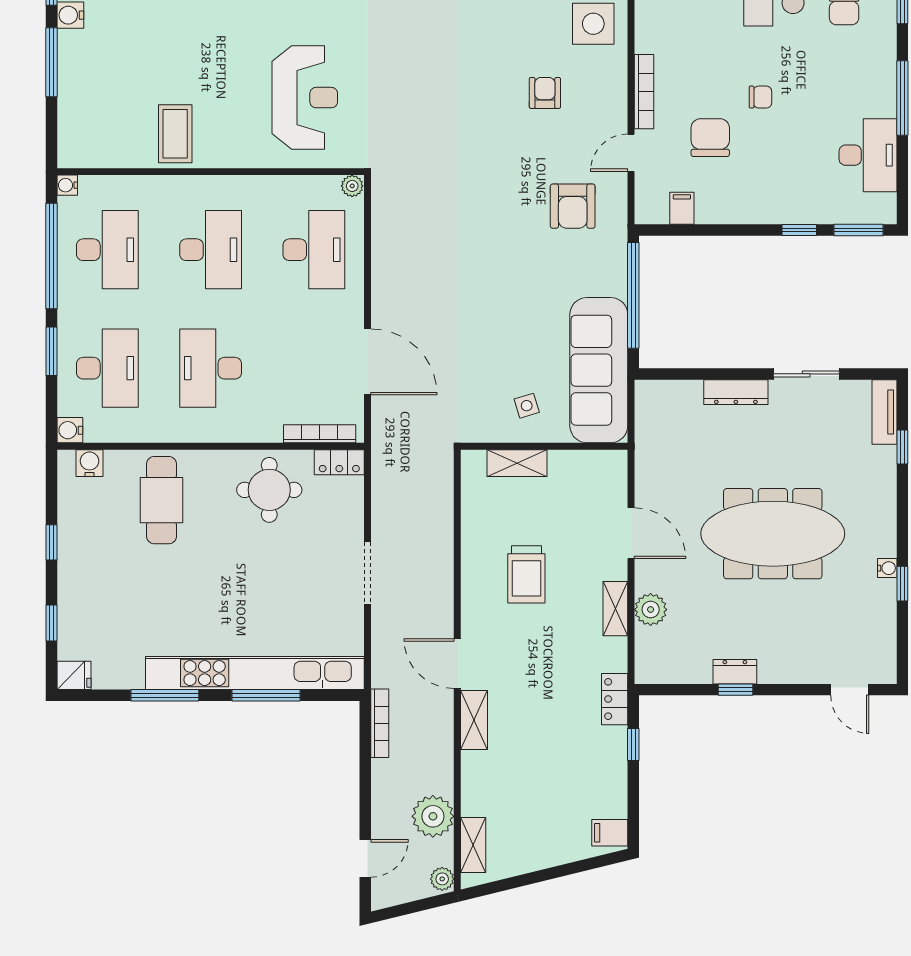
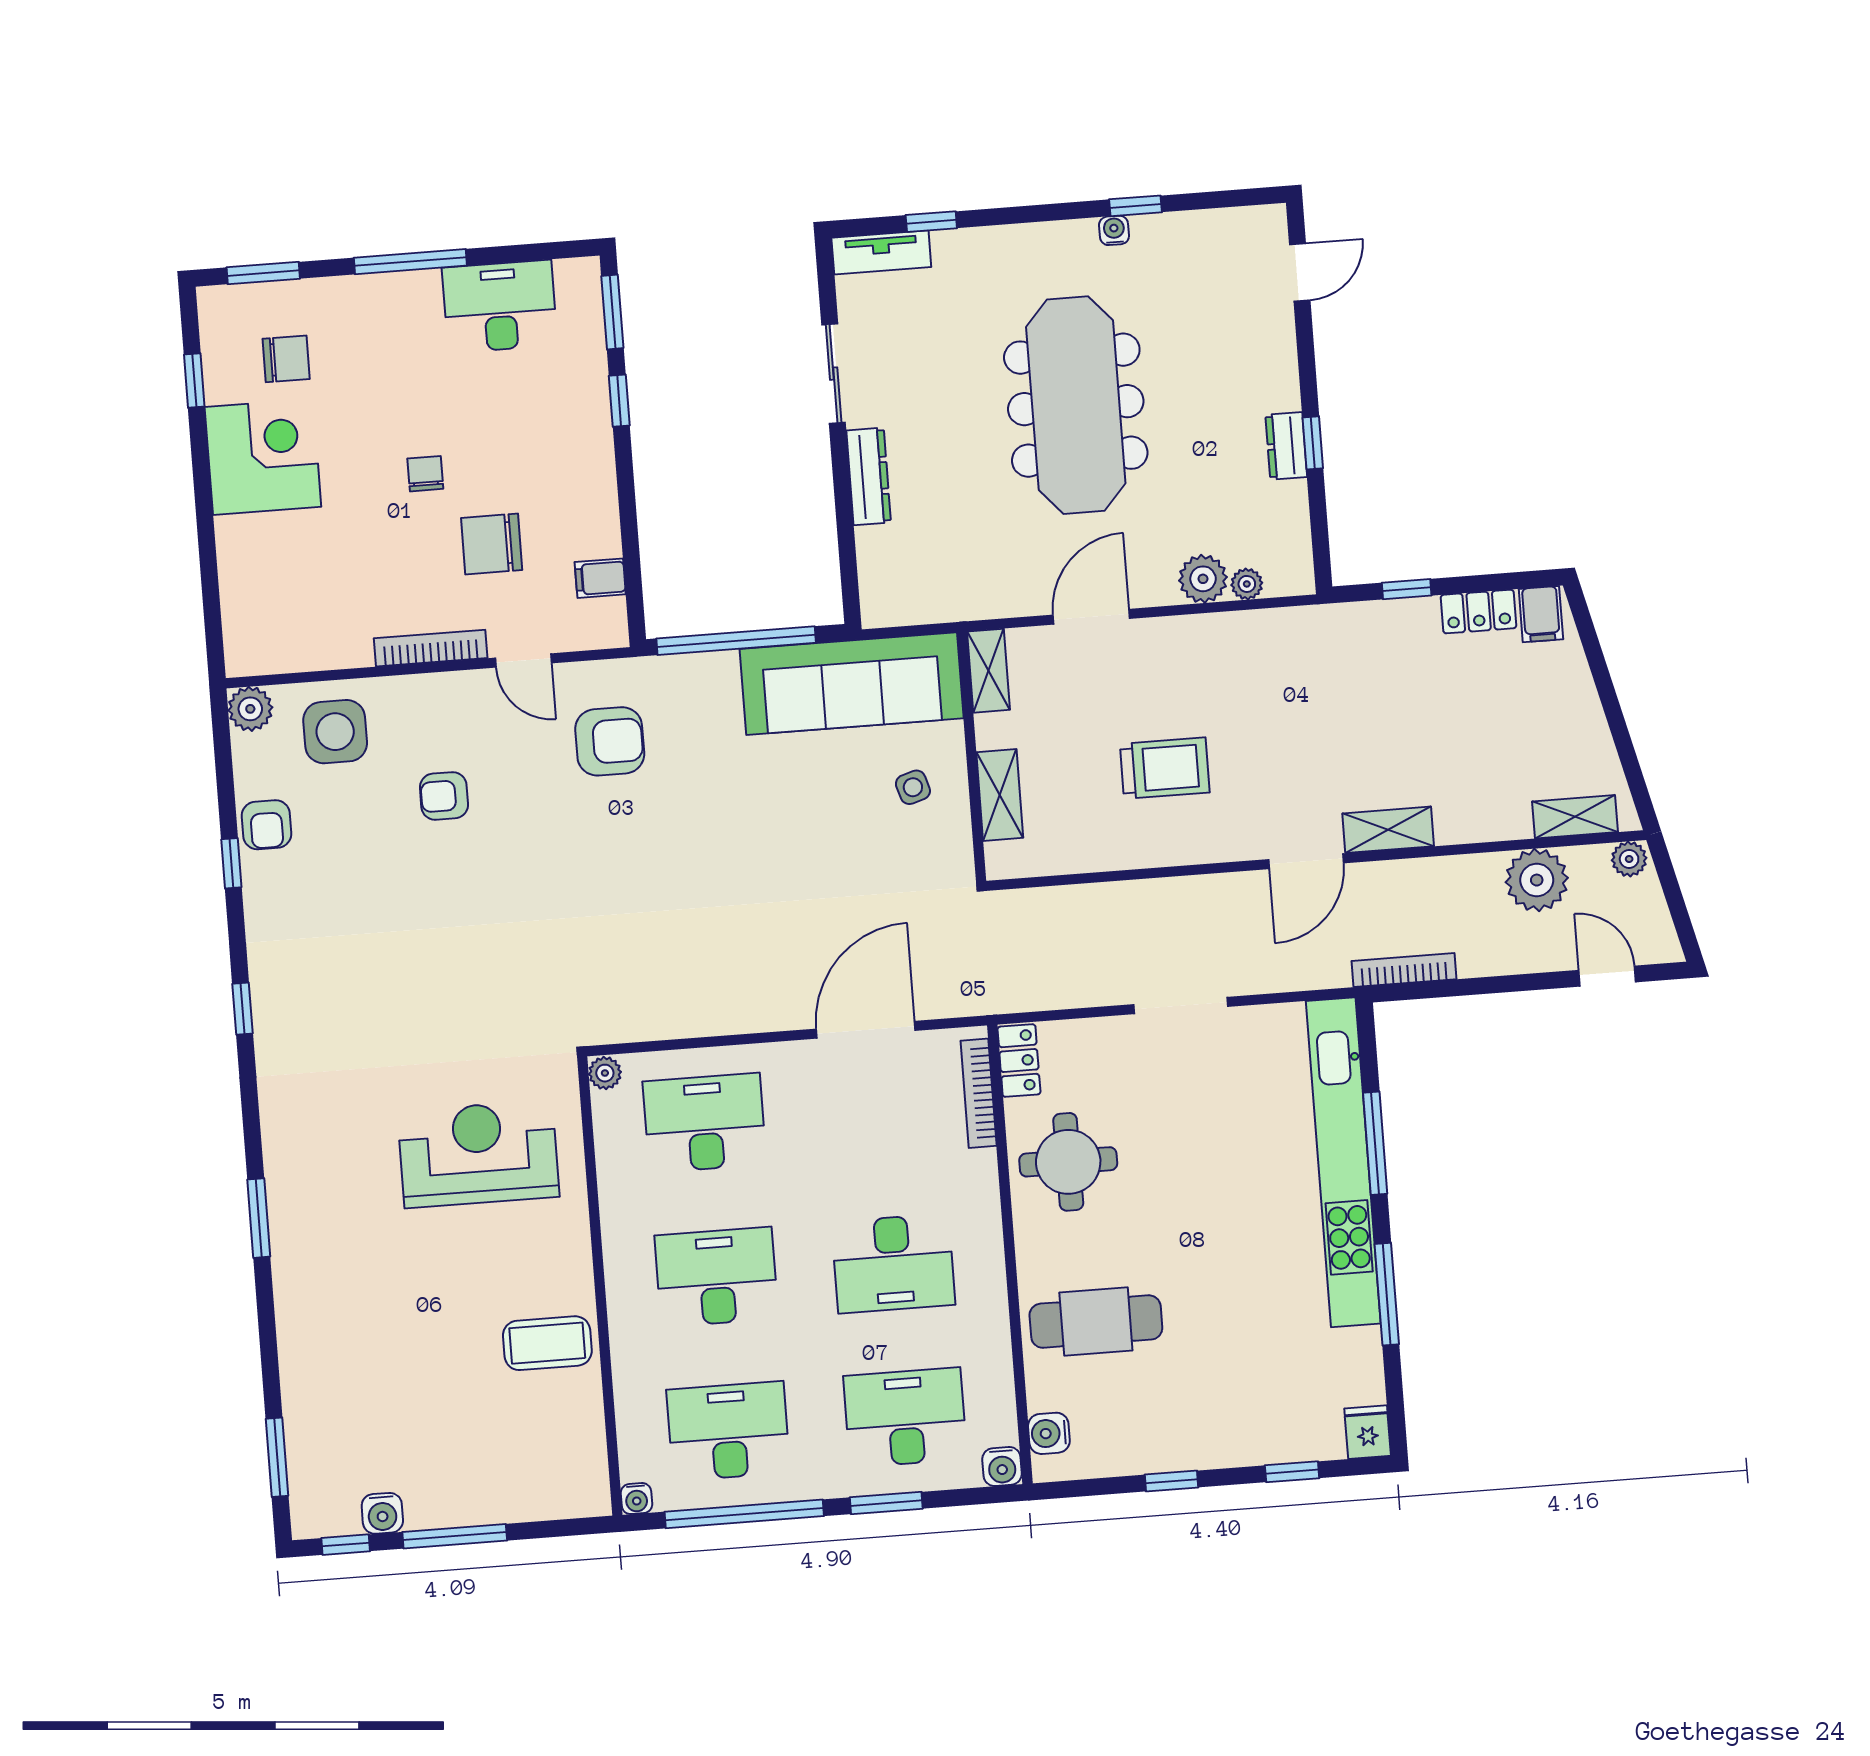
shelving: (615, 609) -> (988, 671), moved, turned 90
plant: (645, 638) -> (1247, 584), added
locker: (615, 699) -> (1479, 612), moved

